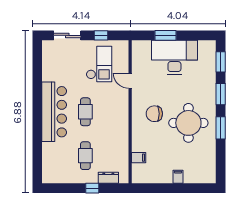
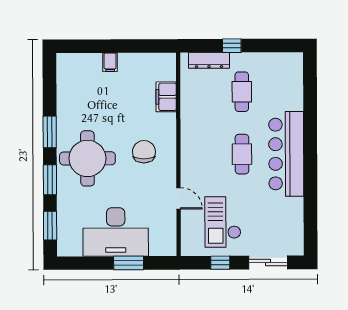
chair: (154, 114) -> (144, 152), turned -90
round table: (188, 123) -> (87, 158), moved
filing cabinet: (139, 158) -> (166, 97), width x2.00
dresser: (108, 178) -> (209, 60), width x1.44

